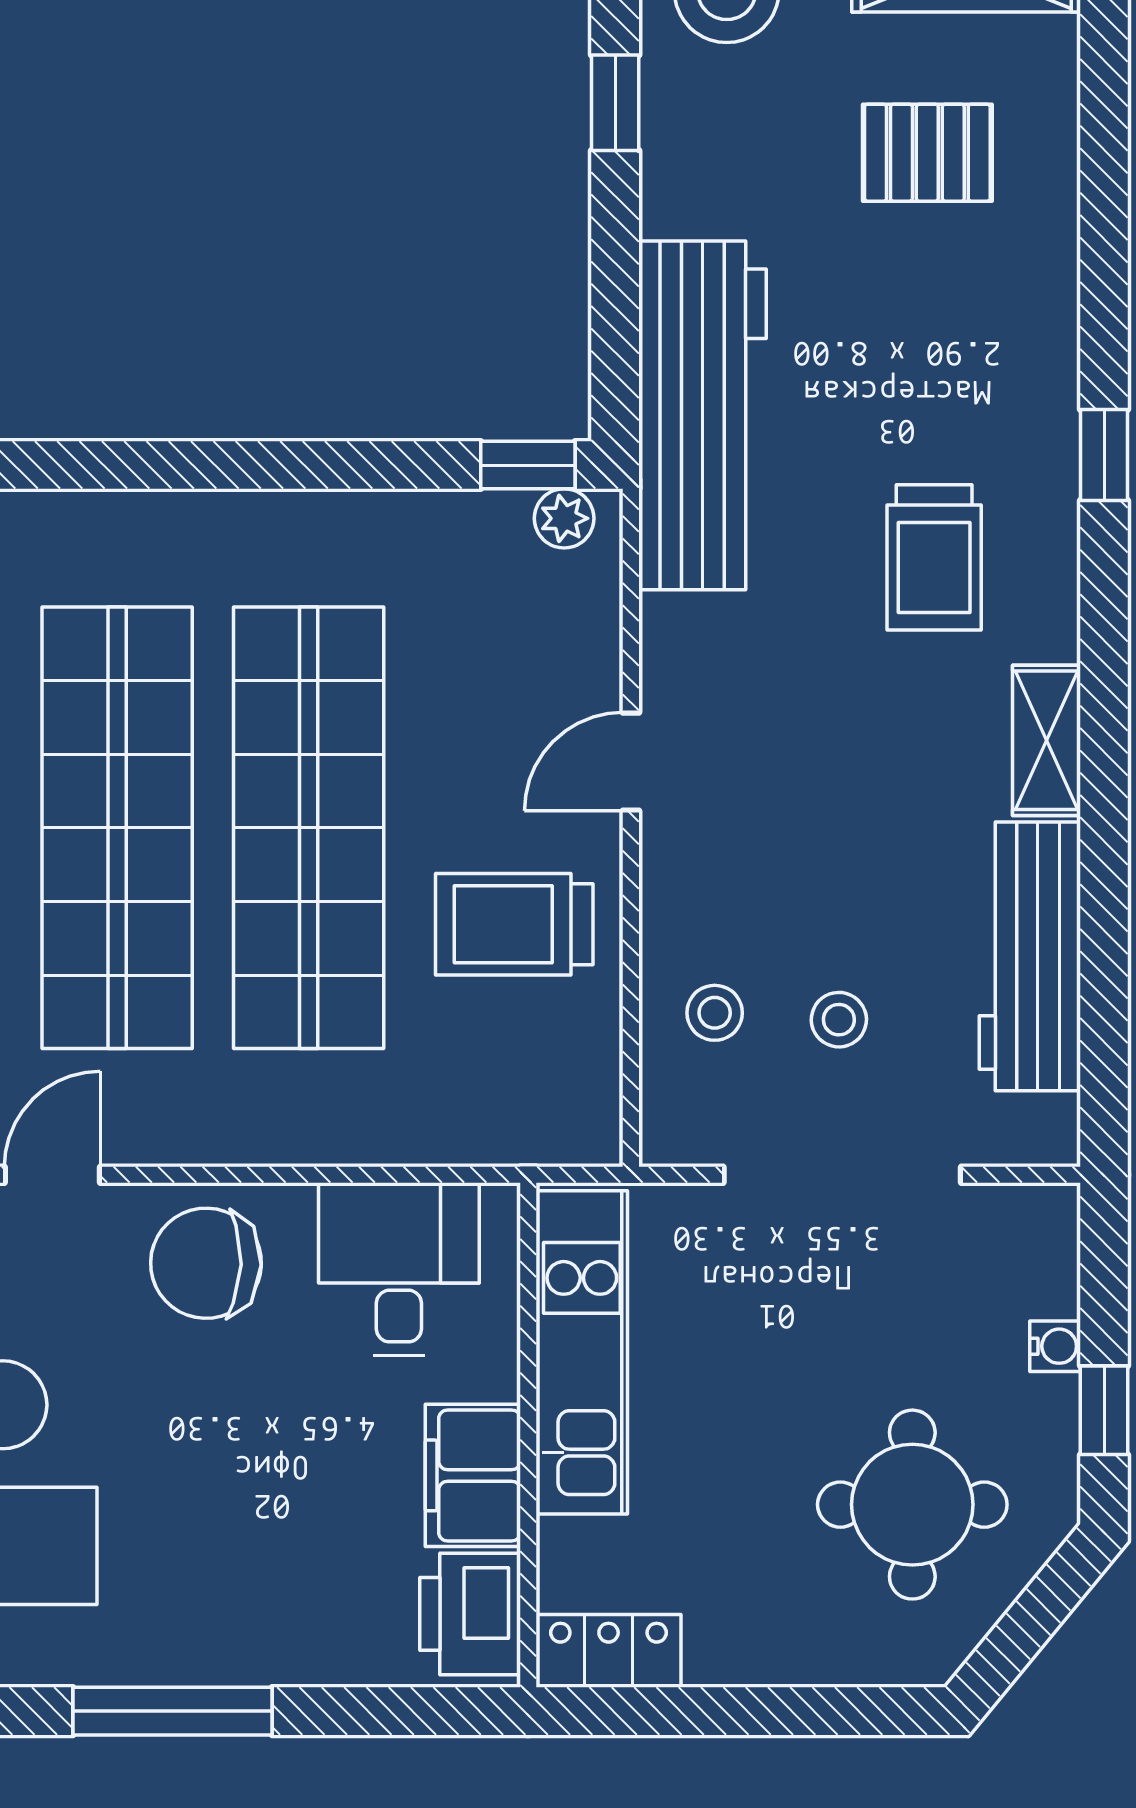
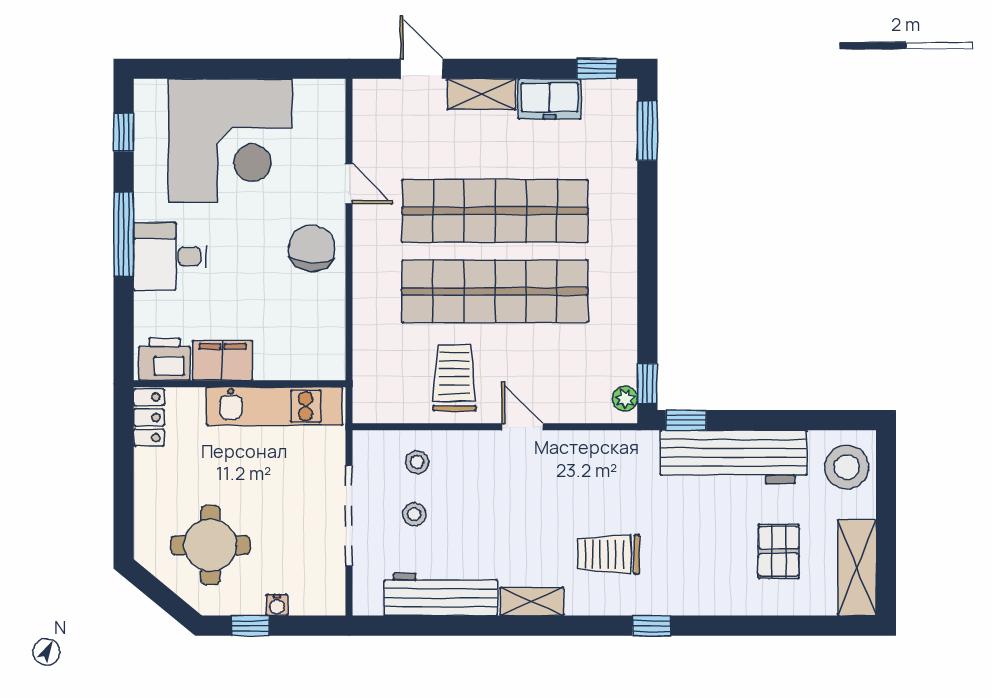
window: (615, 103) -> (686, 420), moved
workbench: (702, 415) -> (733, 457), moved
desk: (399, 1269) -> (170, 256), moved, turned 180

